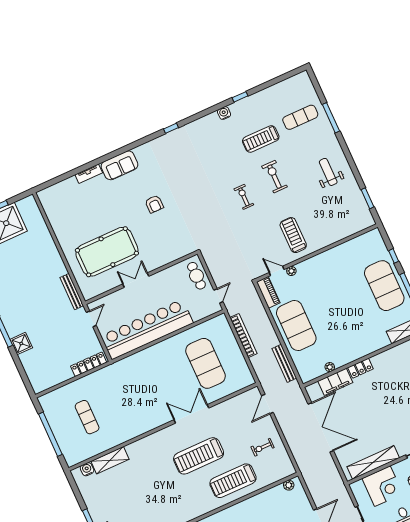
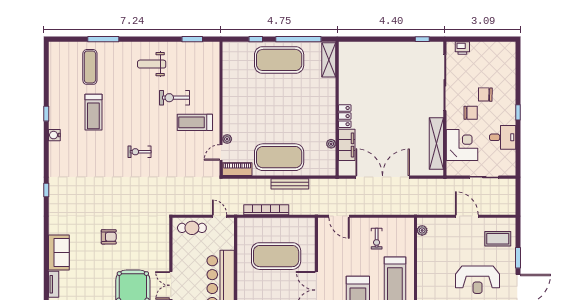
exercise bike: (274, 177) -> (175, 98), moved
bench: (284, 363) -> (290, 184), moved

